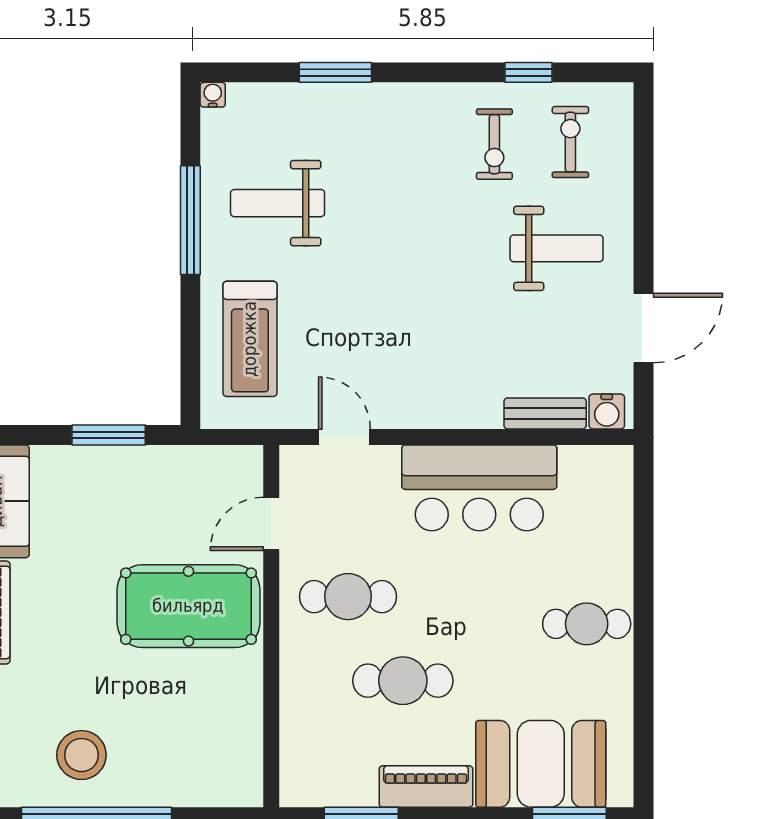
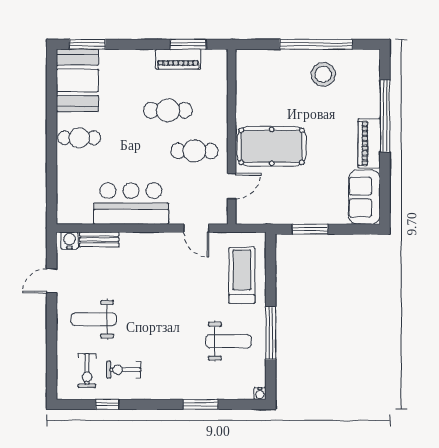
exercise bike: (494, 144) -> (124, 370), turned -90
door: (644, 328) -> (52, 281), width x0.73
booth: (541, 764) -> (77, 80), moved, turned 90
piano: (426, 786) -> (178, 59), moved

